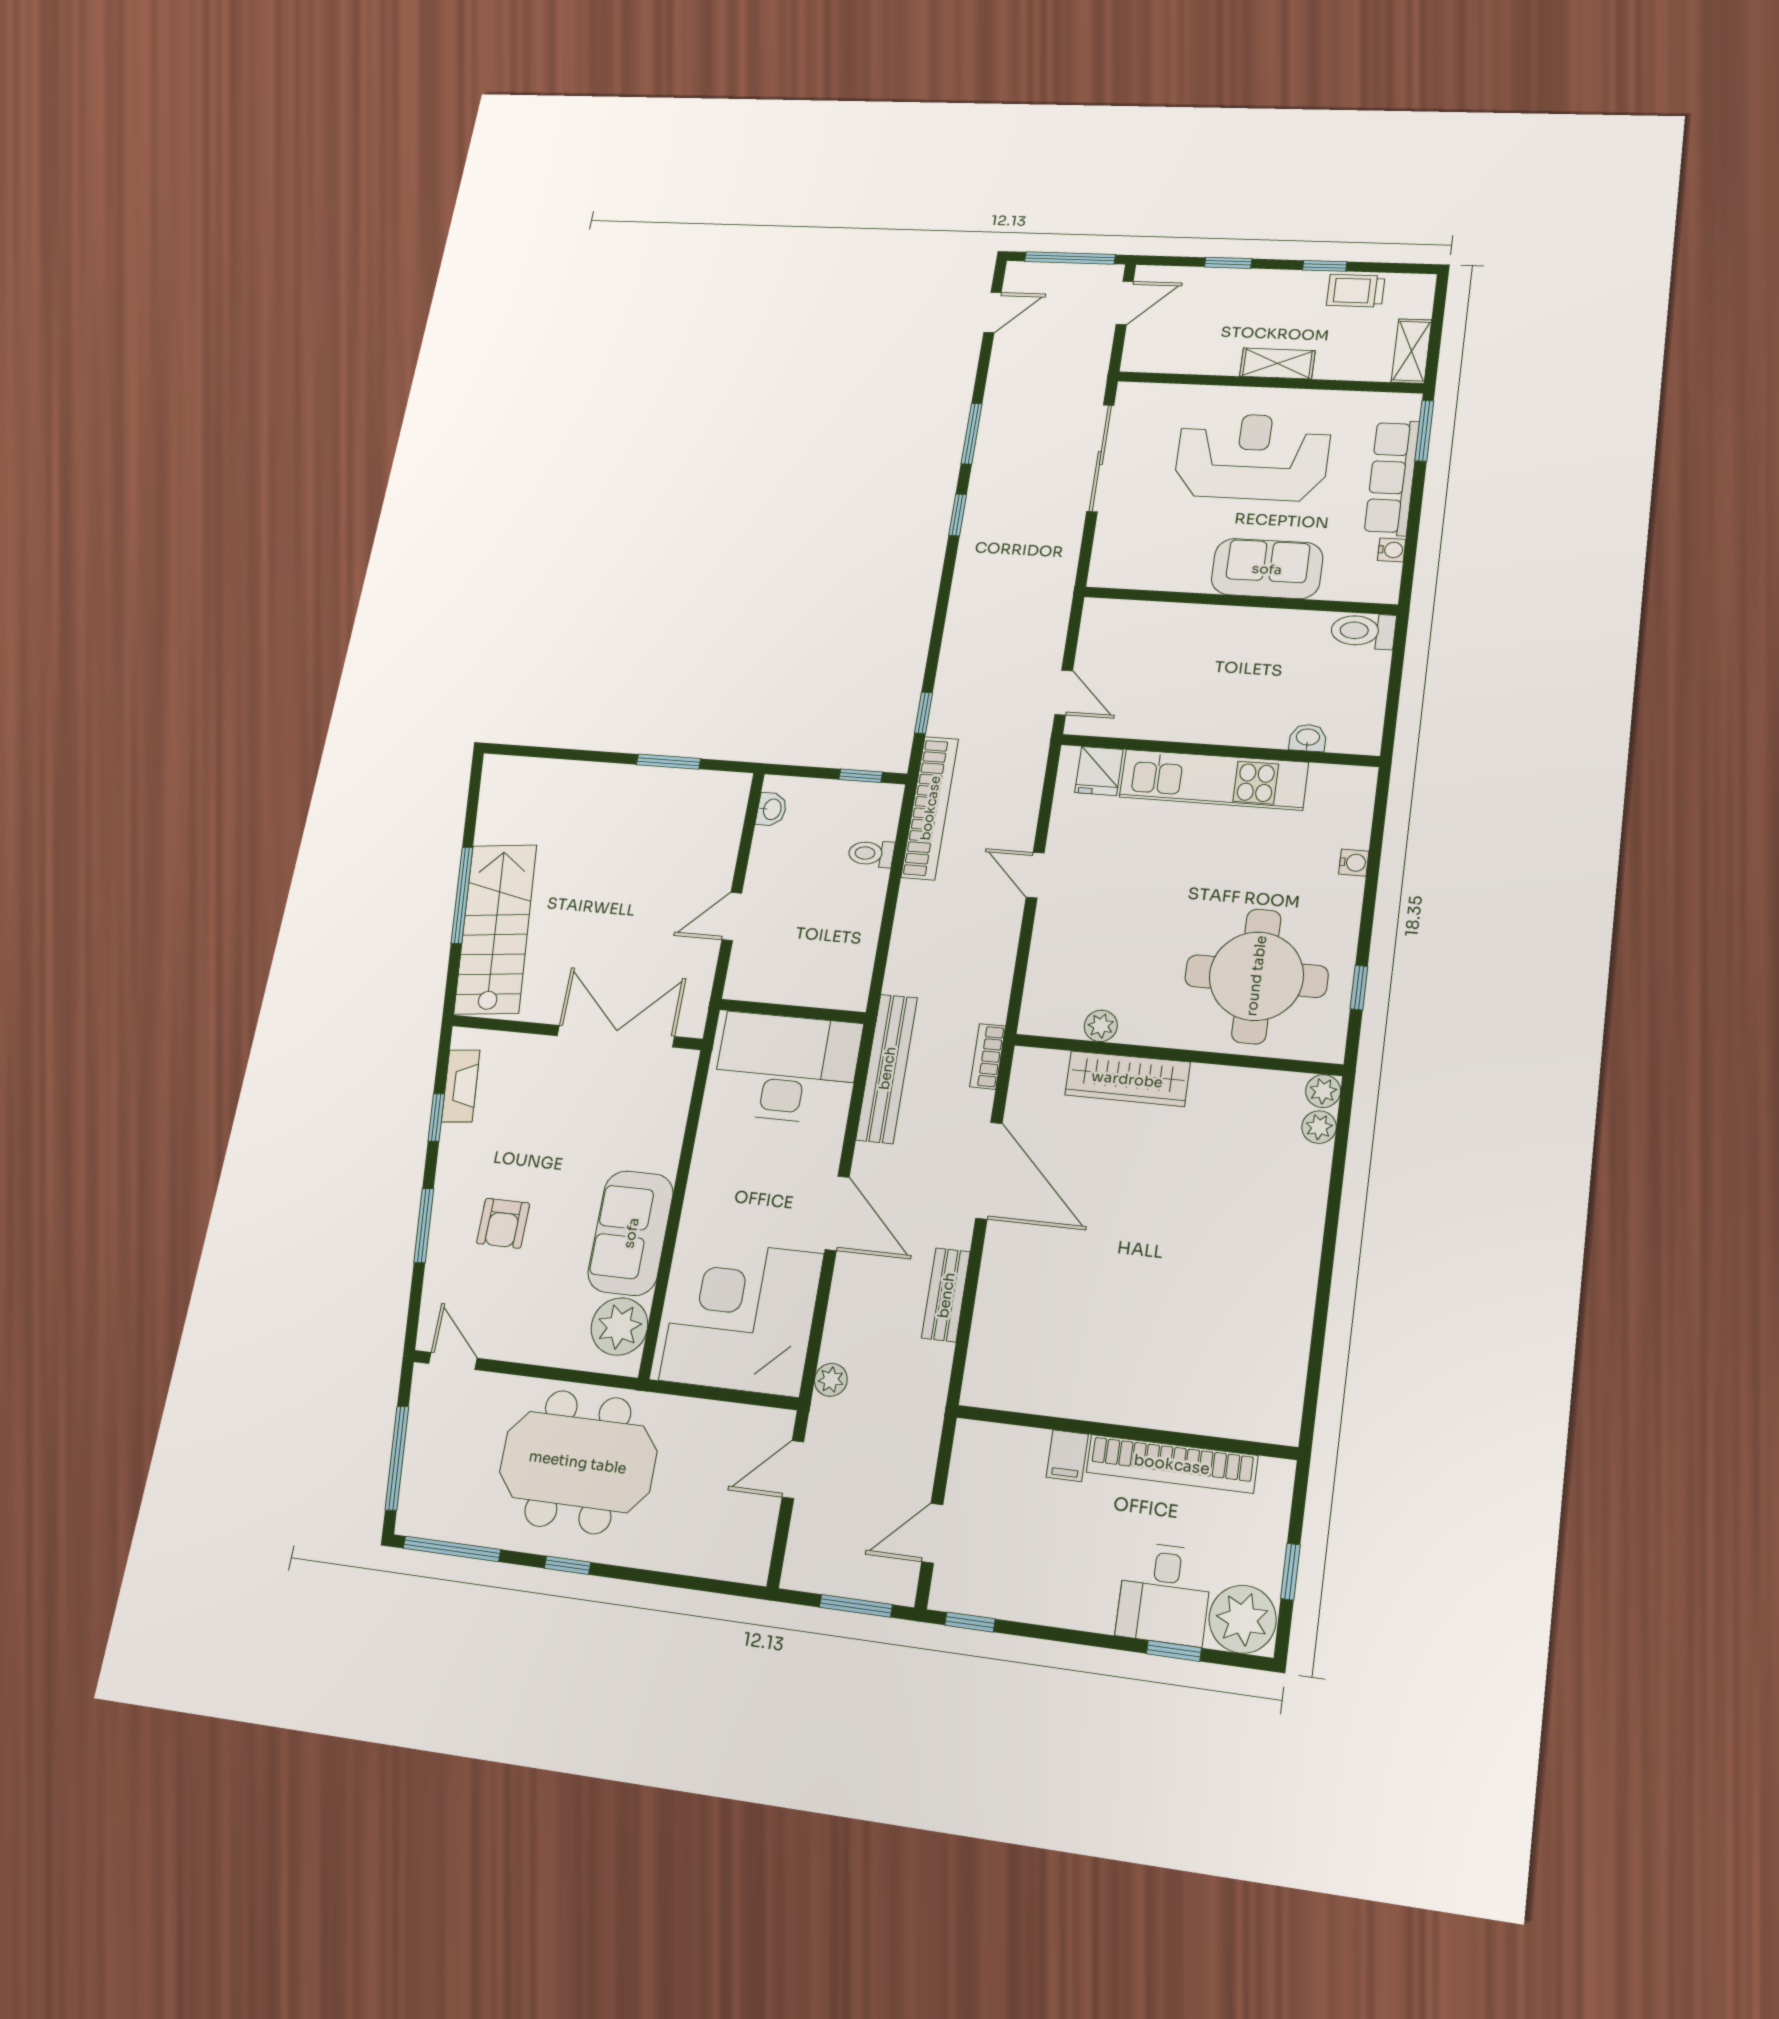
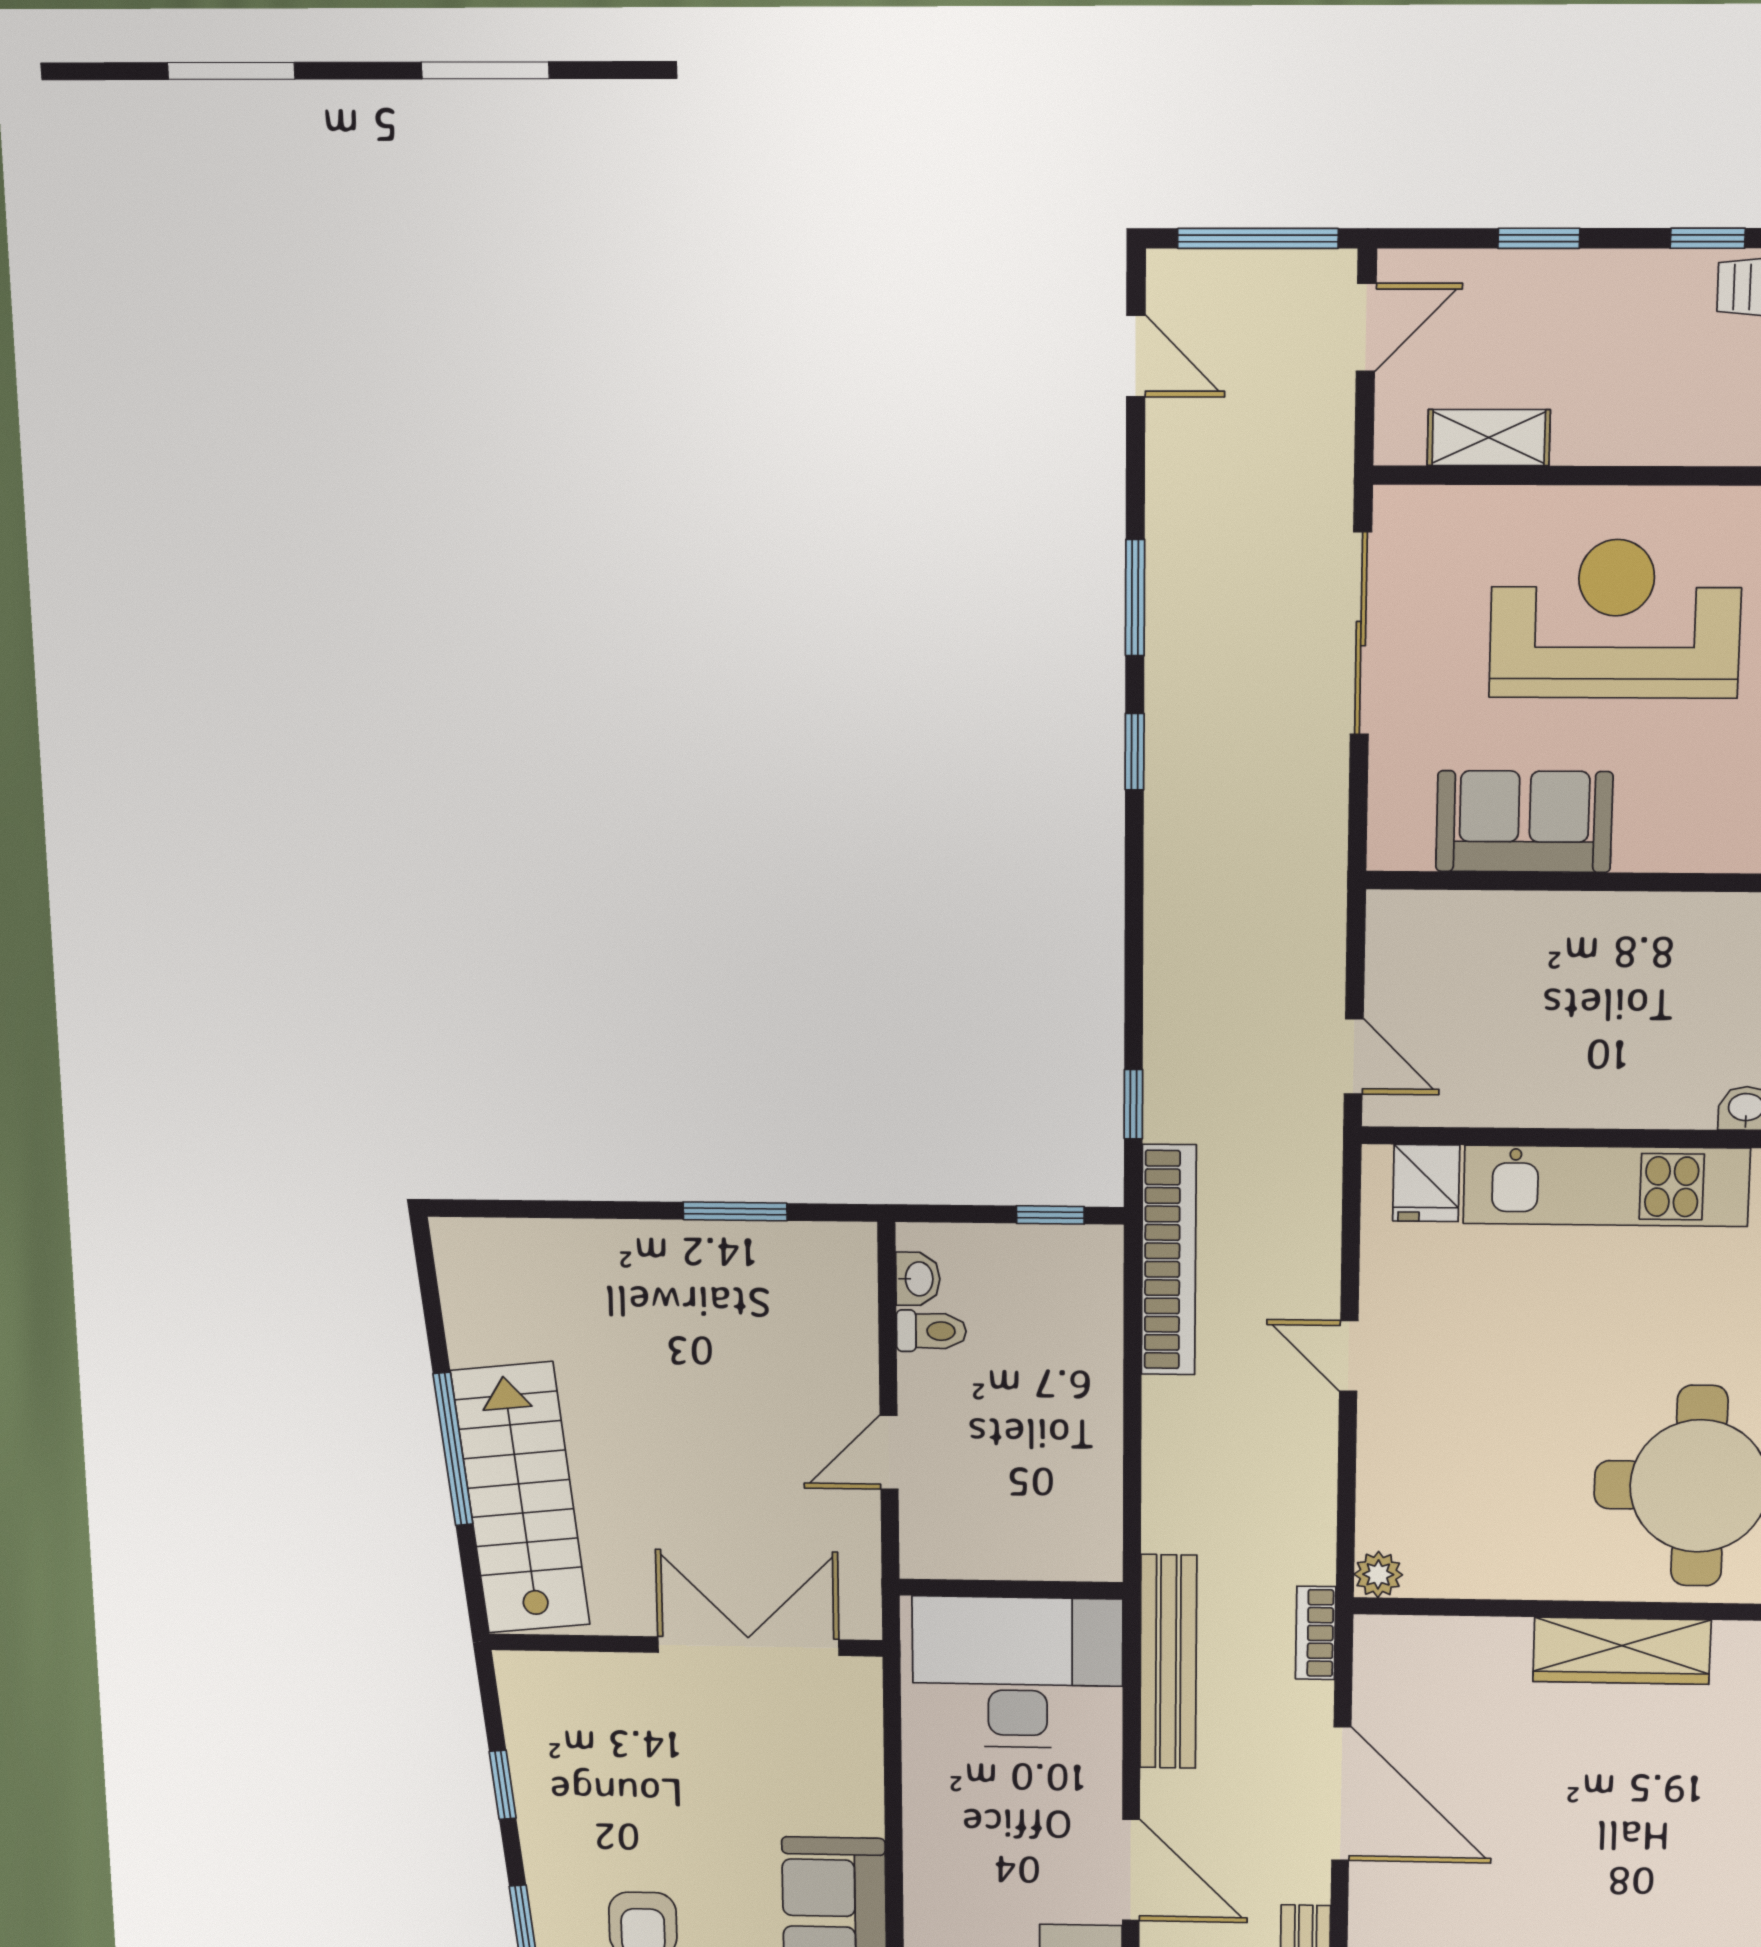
door: (993, 312) -> (1136, 356), hinge flipped
shelving: (1277, 363) -> (1489, 438), moved
sofa: (1267, 569) -> (1524, 822), moved
toilet: (871, 853) -> (931, 1331), moved, turned 180
plant: (1101, 1026) -> (1378, 1574), moved
wardrobe: (1127, 1079) -> (1622, 1651), moved
fireplace: (461, 1086) -> (528, 1737), removed

